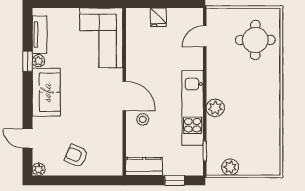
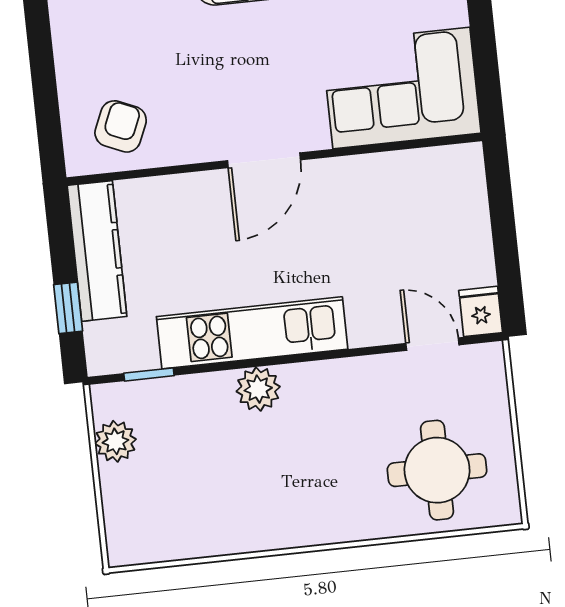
fridge: (158, 17) -> (481, 311), moved, turned 90
stool: (143, 119) -> (210, 212), removed
armchair: (76, 156) -> (121, 126), moved
kitchen counter: (144, 166) -> (97, 251), width x1.50

